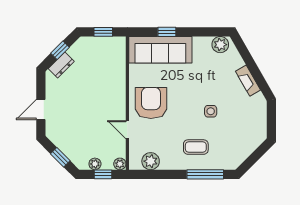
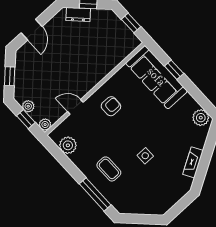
armchair: (151, 103) -> (111, 106), width x0.53, depth x0.53
door: (41, 109) -> (32, 30), swing flipped
door: (127, 130) -> (75, 107), hinge flipped

